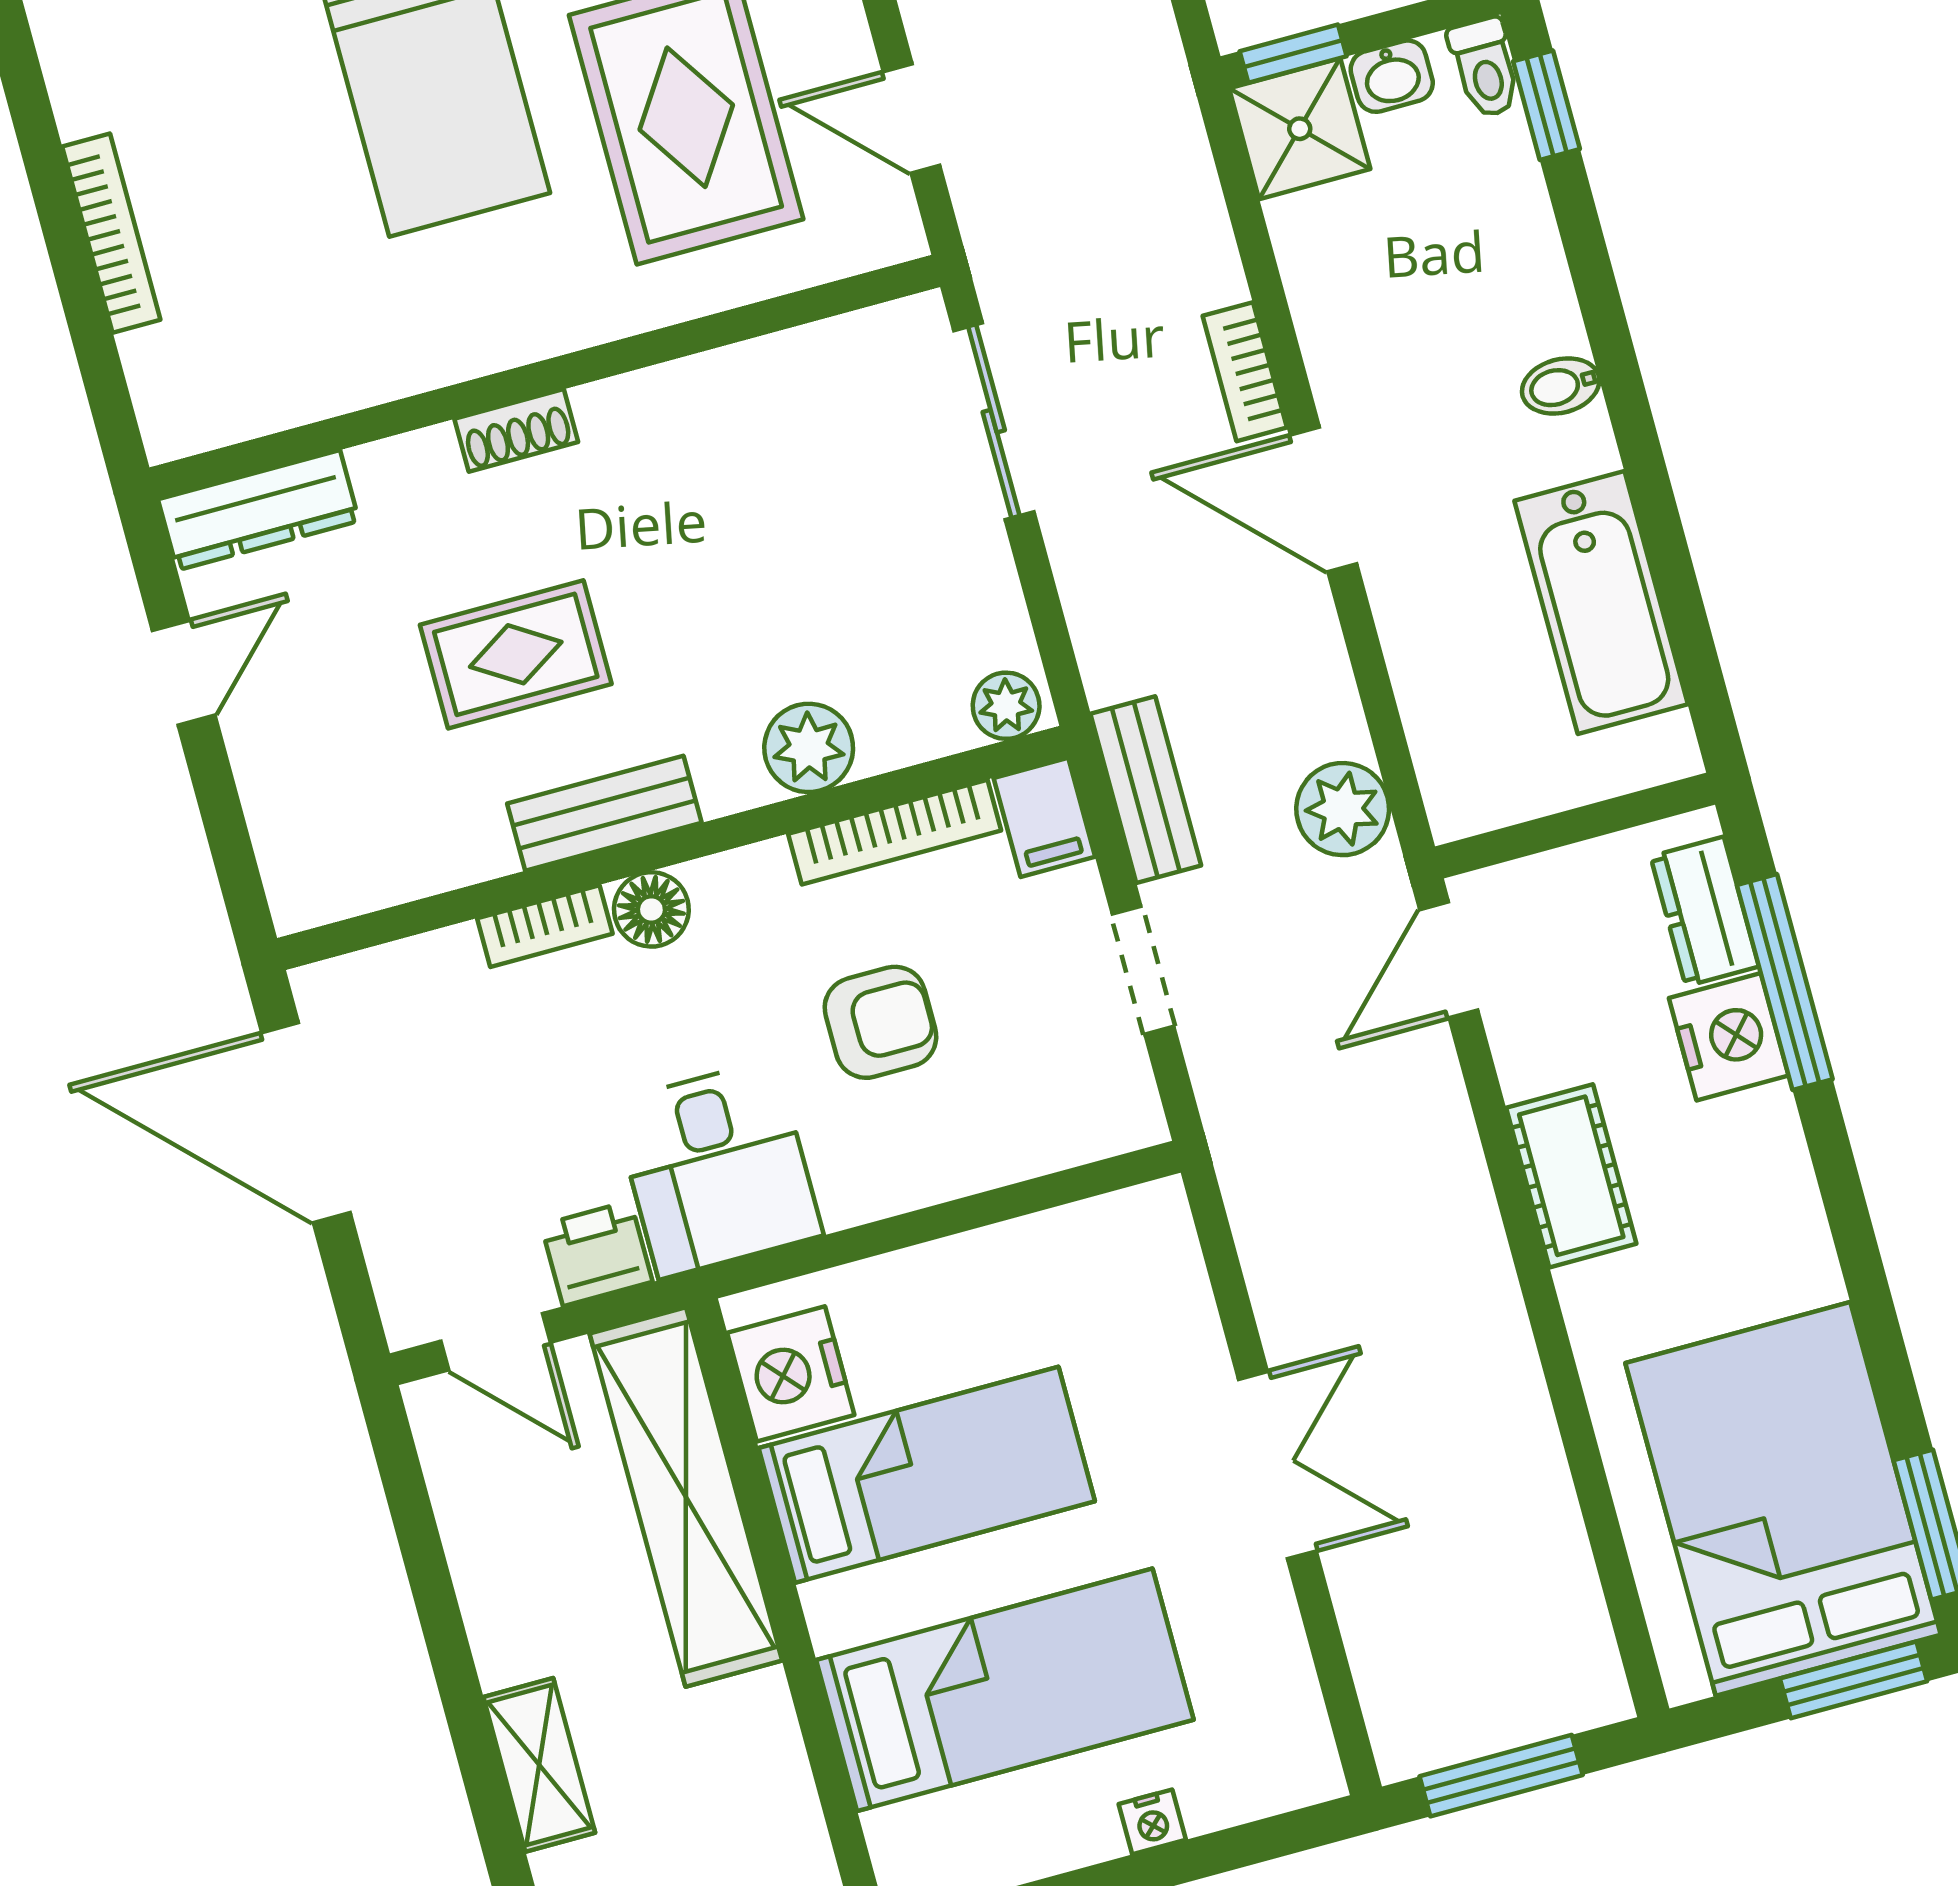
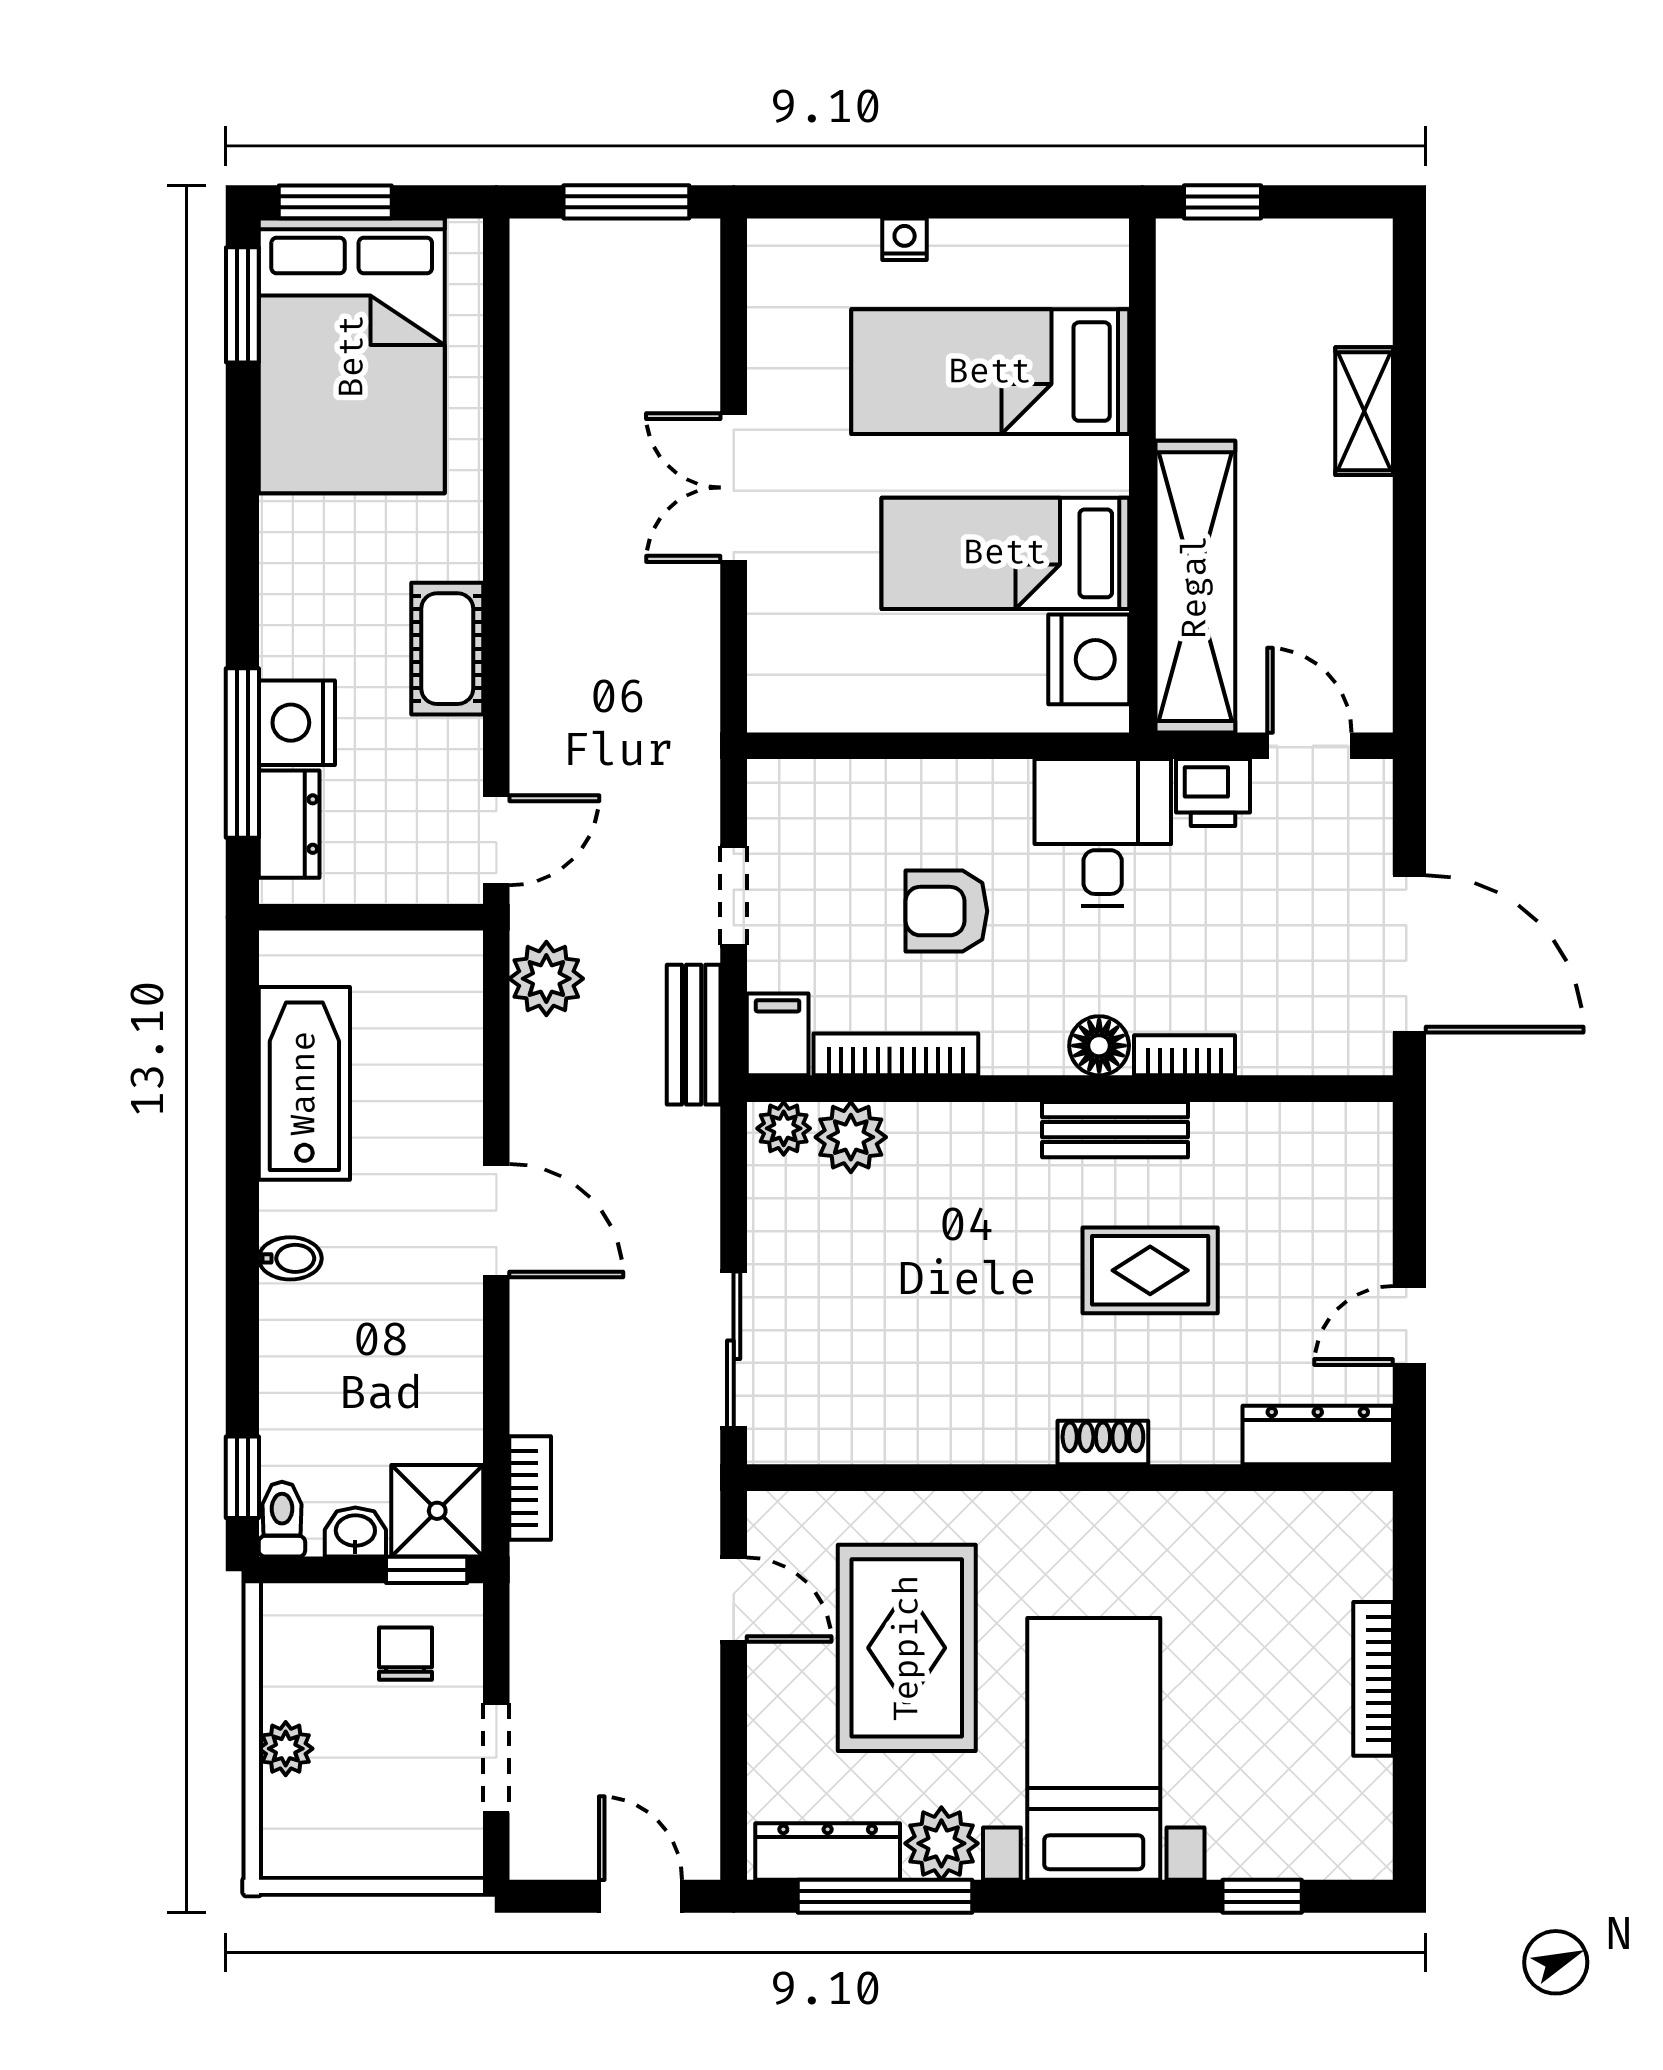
bookcase: (1245, 372) -> (530, 1488), moved
plant: (809, 748) -> (851, 1137), moved

